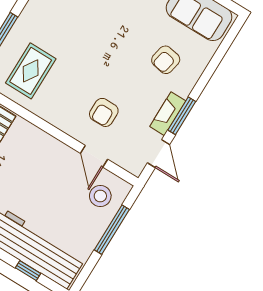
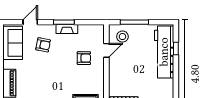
door: (159, 154) -> (30, 22), moved

